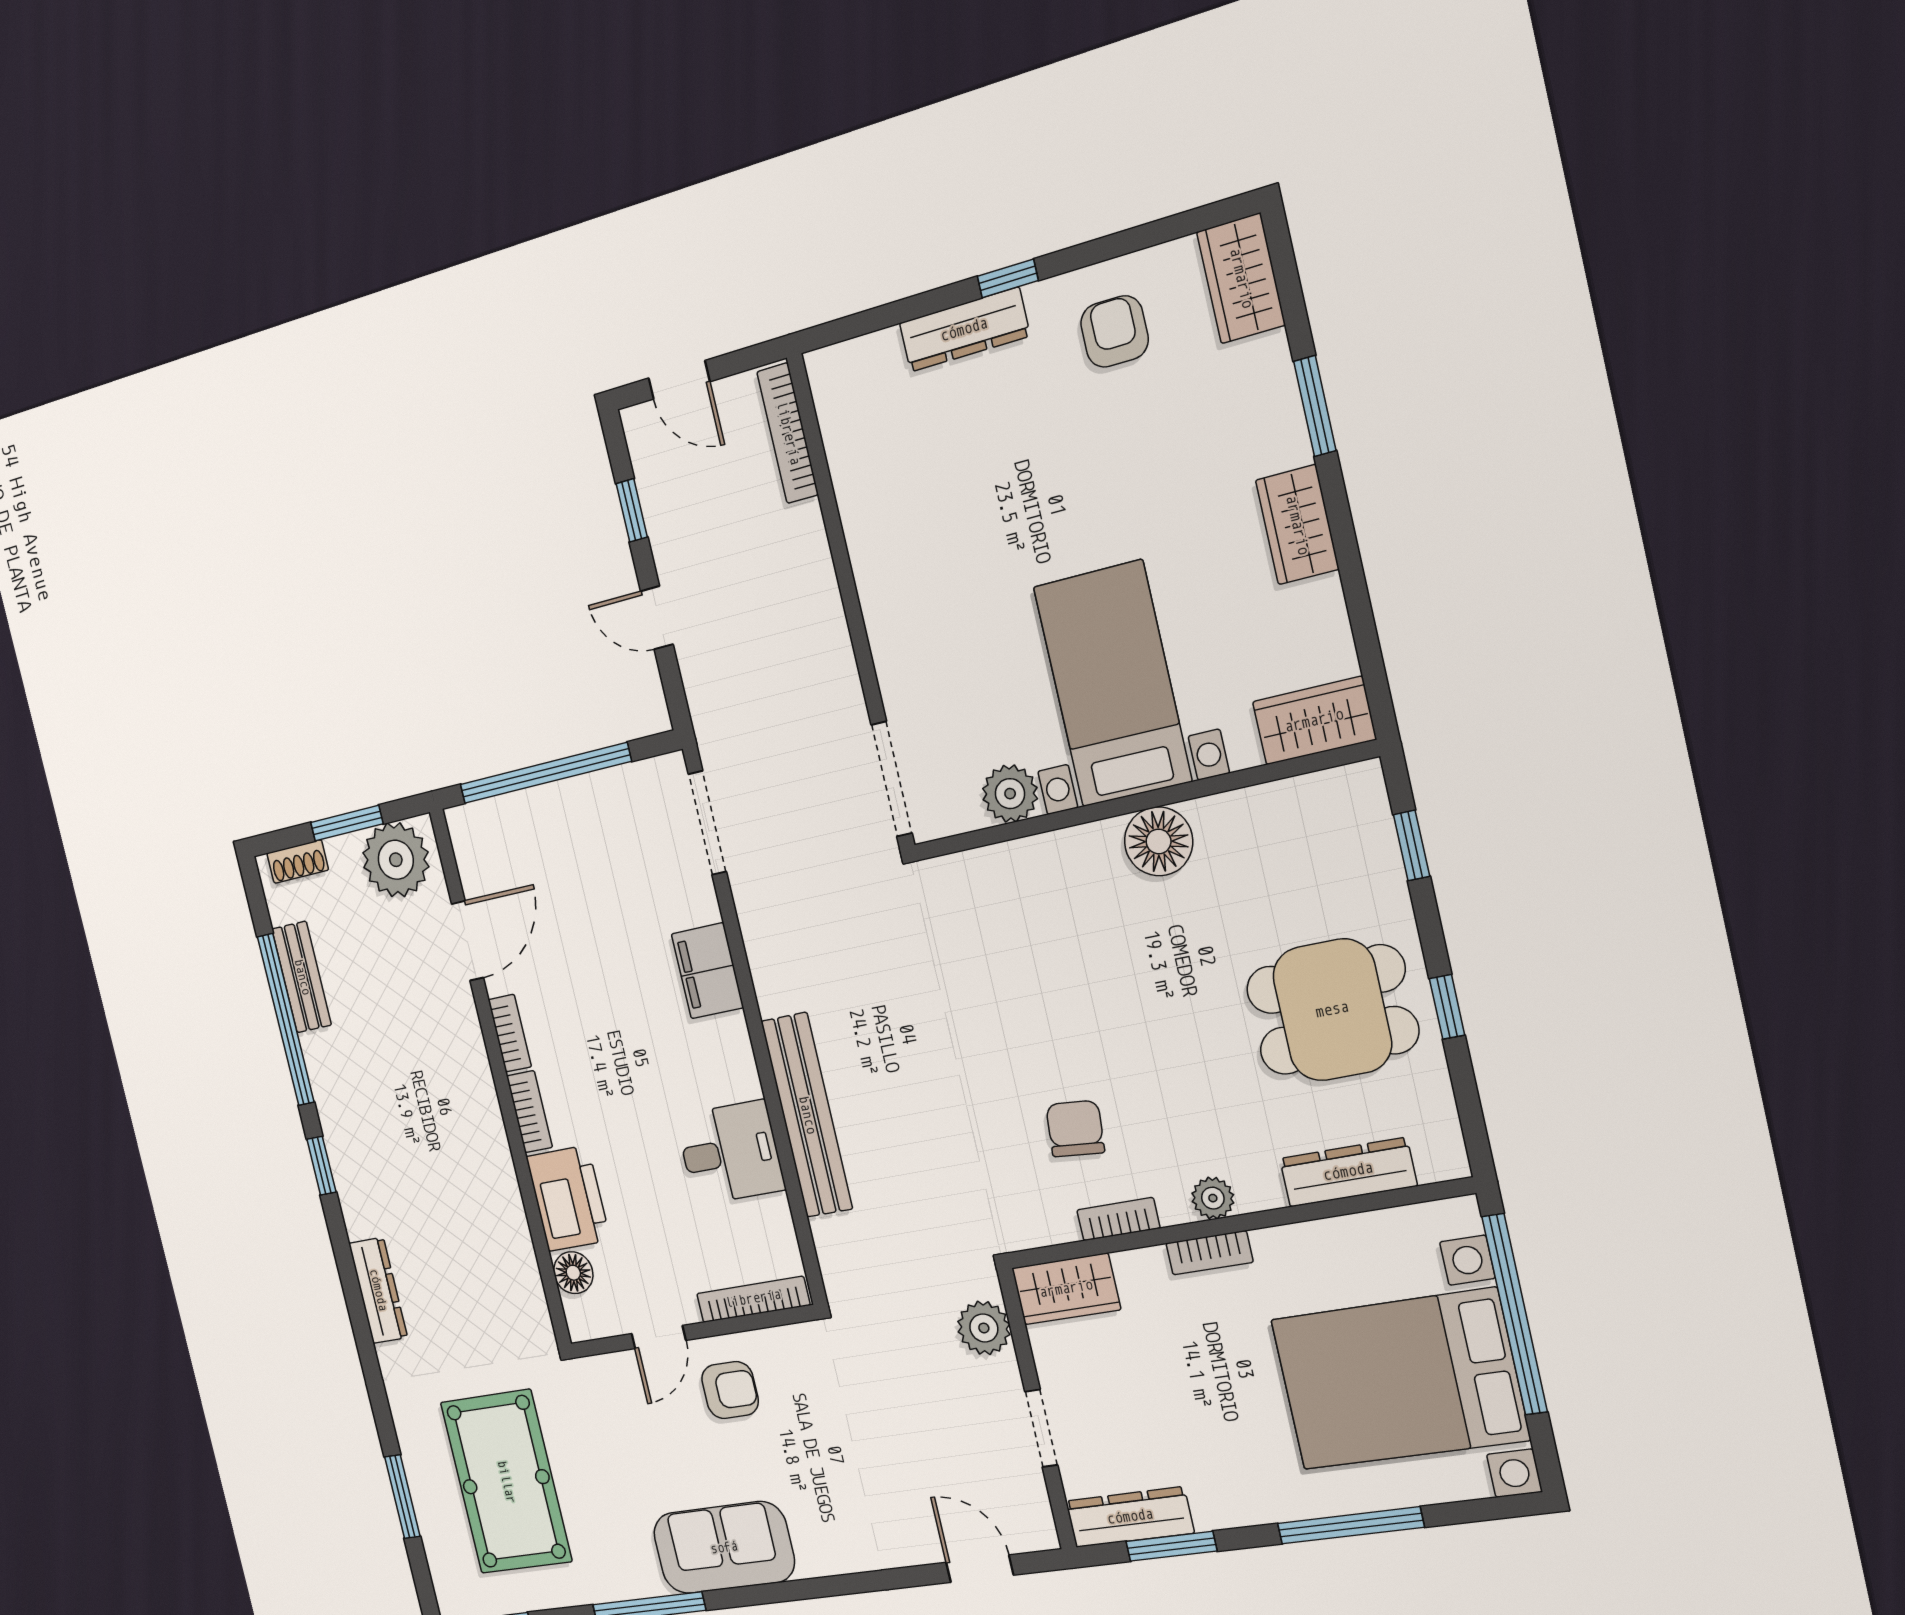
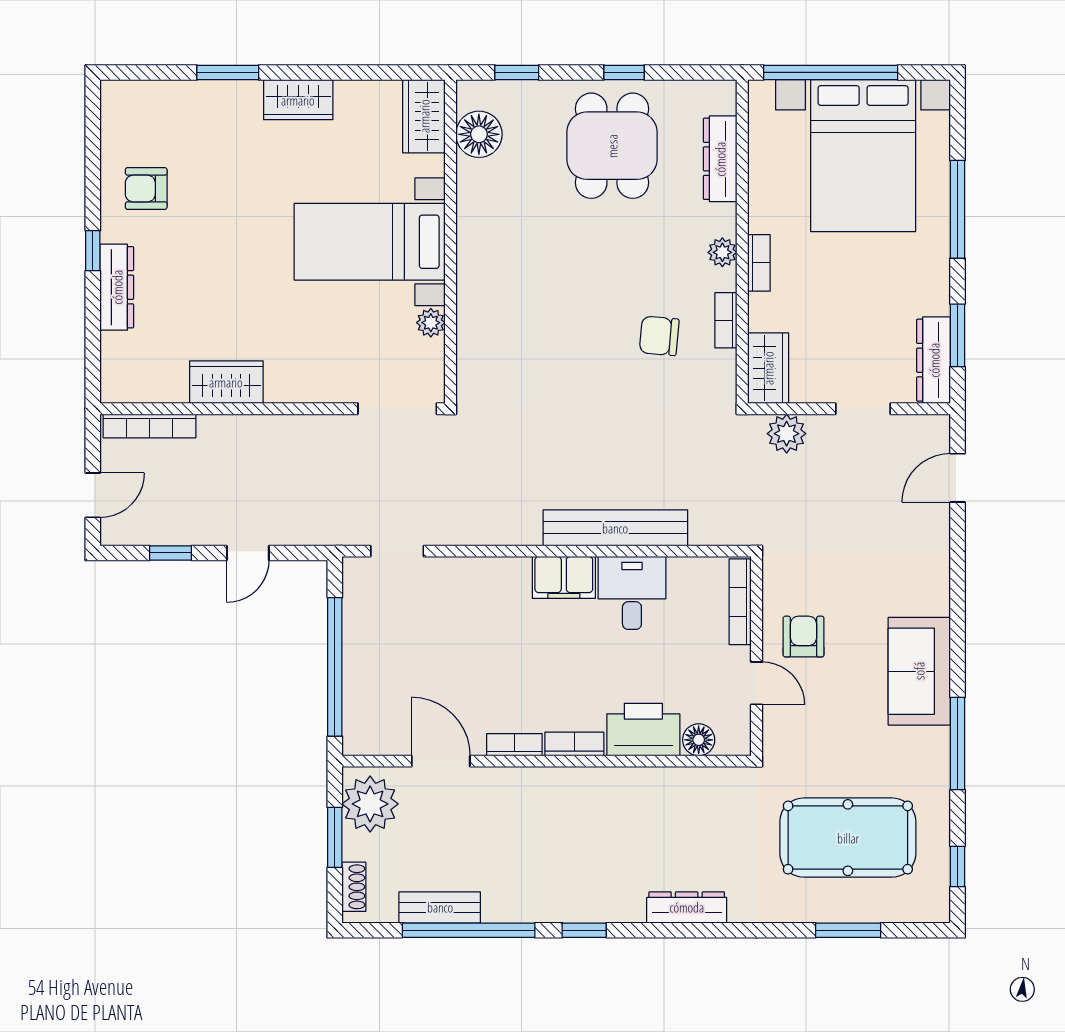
wardrobe: (1241, 278) -> (226, 382), moved, turned 180
plant: (1010, 794) -> (431, 323), width x0.73, depth x0.73
doorway: (707, 823) -> (397, 551), width x0.73
floor lamp: (1159, 841) -> (479, 134), moved
filing cabinet: (707, 971) -> (564, 577), moved

